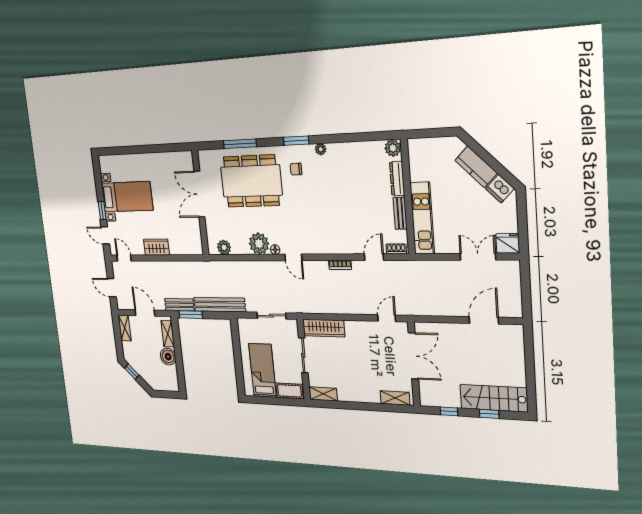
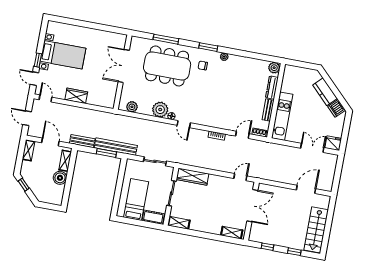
window: (191, 315) -> (106, 153), moved
stairs: (494, 398) -> (316, 230), moved, turned -90

